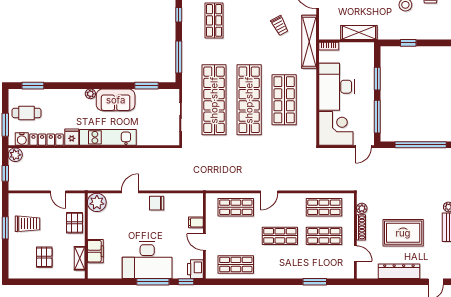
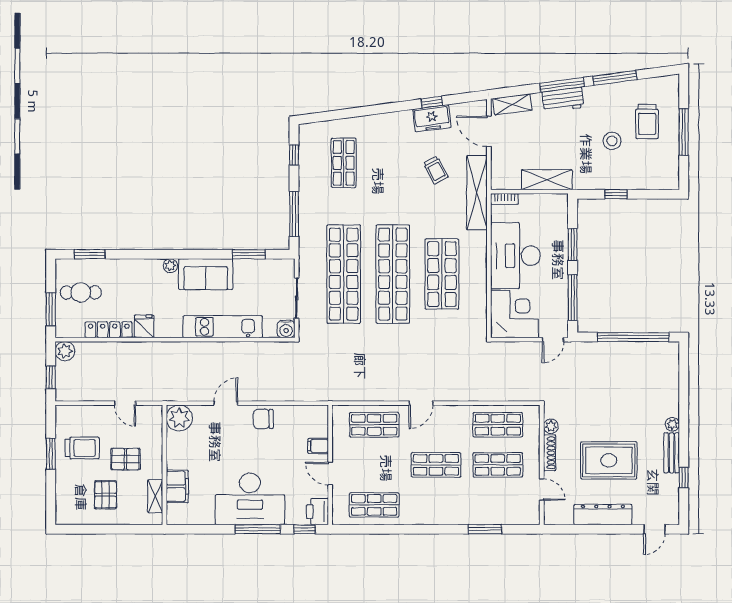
kitchen unit: (108, 137) -> (223, 327), moved
water cooler: (22, 139) -> (286, 329), moved
pallet: (75, 223) -> (125, 459), moved, turned 90

